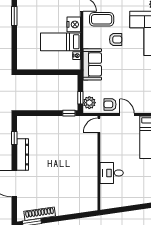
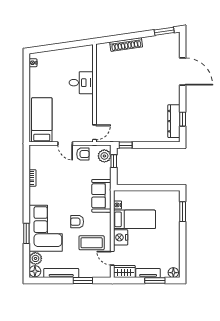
window: (14, 16) -> (183, 212), moved
dresser: (23, 155) -> (174, 121), moved
shoe rack: (40, 214) -> (126, 45), moved

